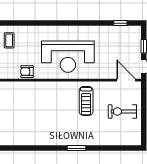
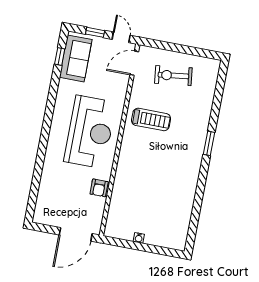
sofa: (121, 35) -> (76, 58), added
coffee table: (9, 40) -> (55, 203), removed
exercise bike: (122, 111) -> (173, 76), turned 83

